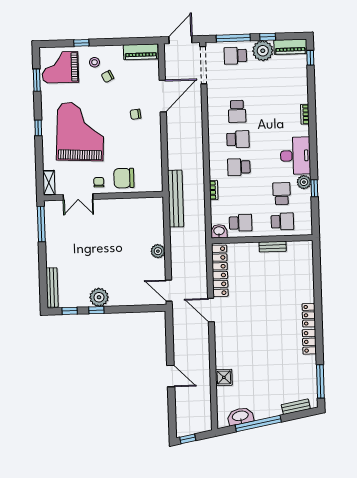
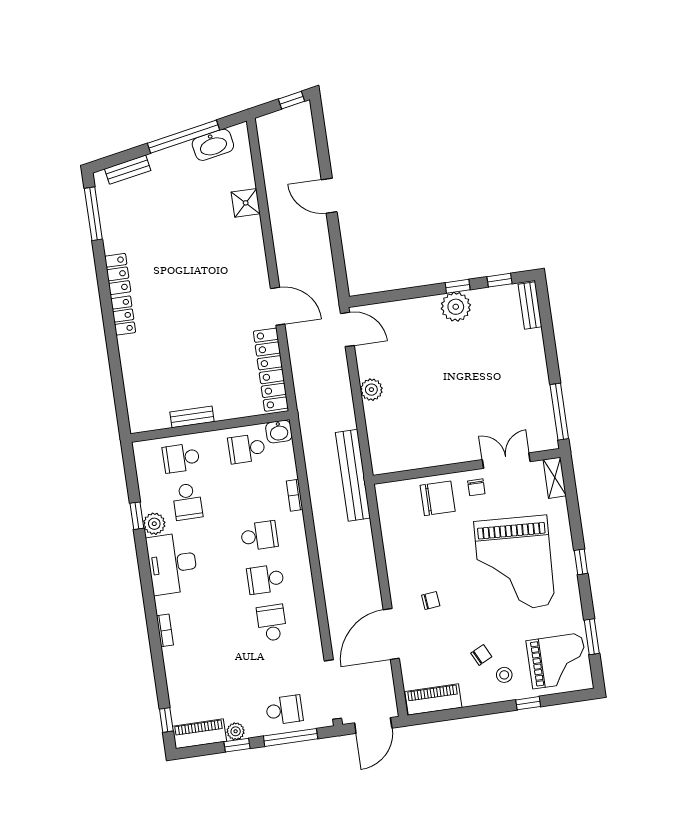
plant: (263, 51) -> (236, 731), width x0.53, depth x0.53
bench: (52, 288) -> (530, 306), width x0.73

